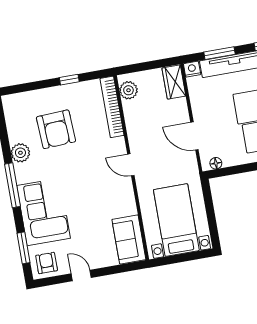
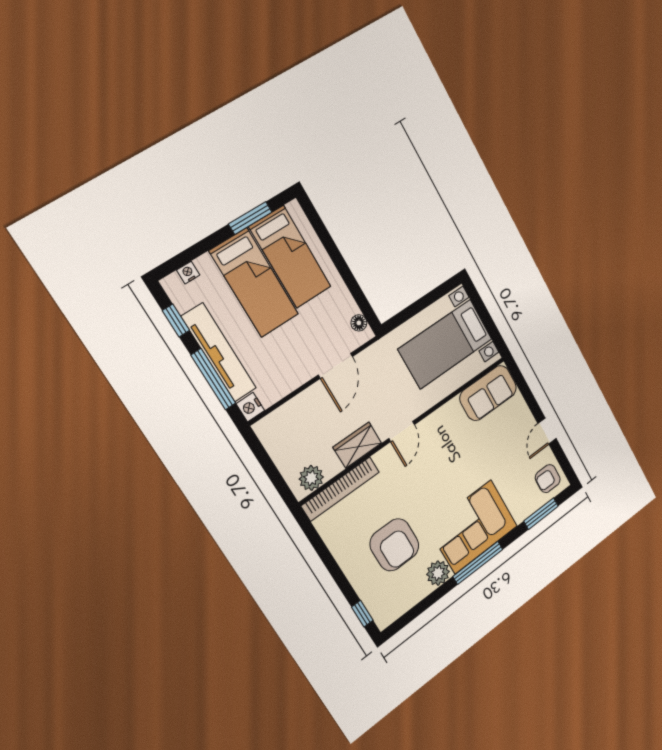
window: (219, 53) -> (213, 379), width x1.44
window: (69, 80) -> (362, 614), moved
wardrobe: (174, 82) -> (357, 445), moved, turned 180
armchair: (56, 129) -> (394, 545), turned 93
corner sofa: (44, 212) -> (473, 527), moved

